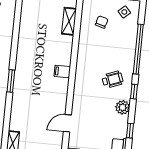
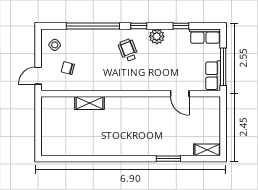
shelving: (69, 21) -> (90, 103), moved
filing cabinet: (62, 71) -> (125, 105), removed
window: (11, 81) -> (168, 159), moved

